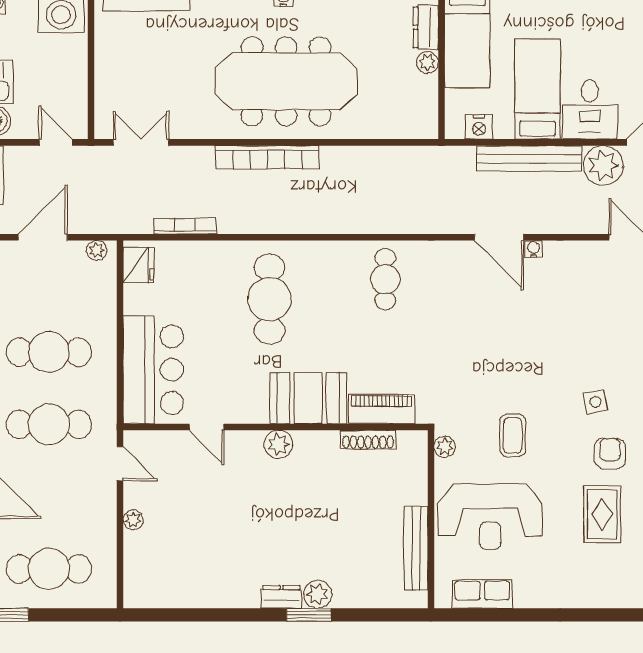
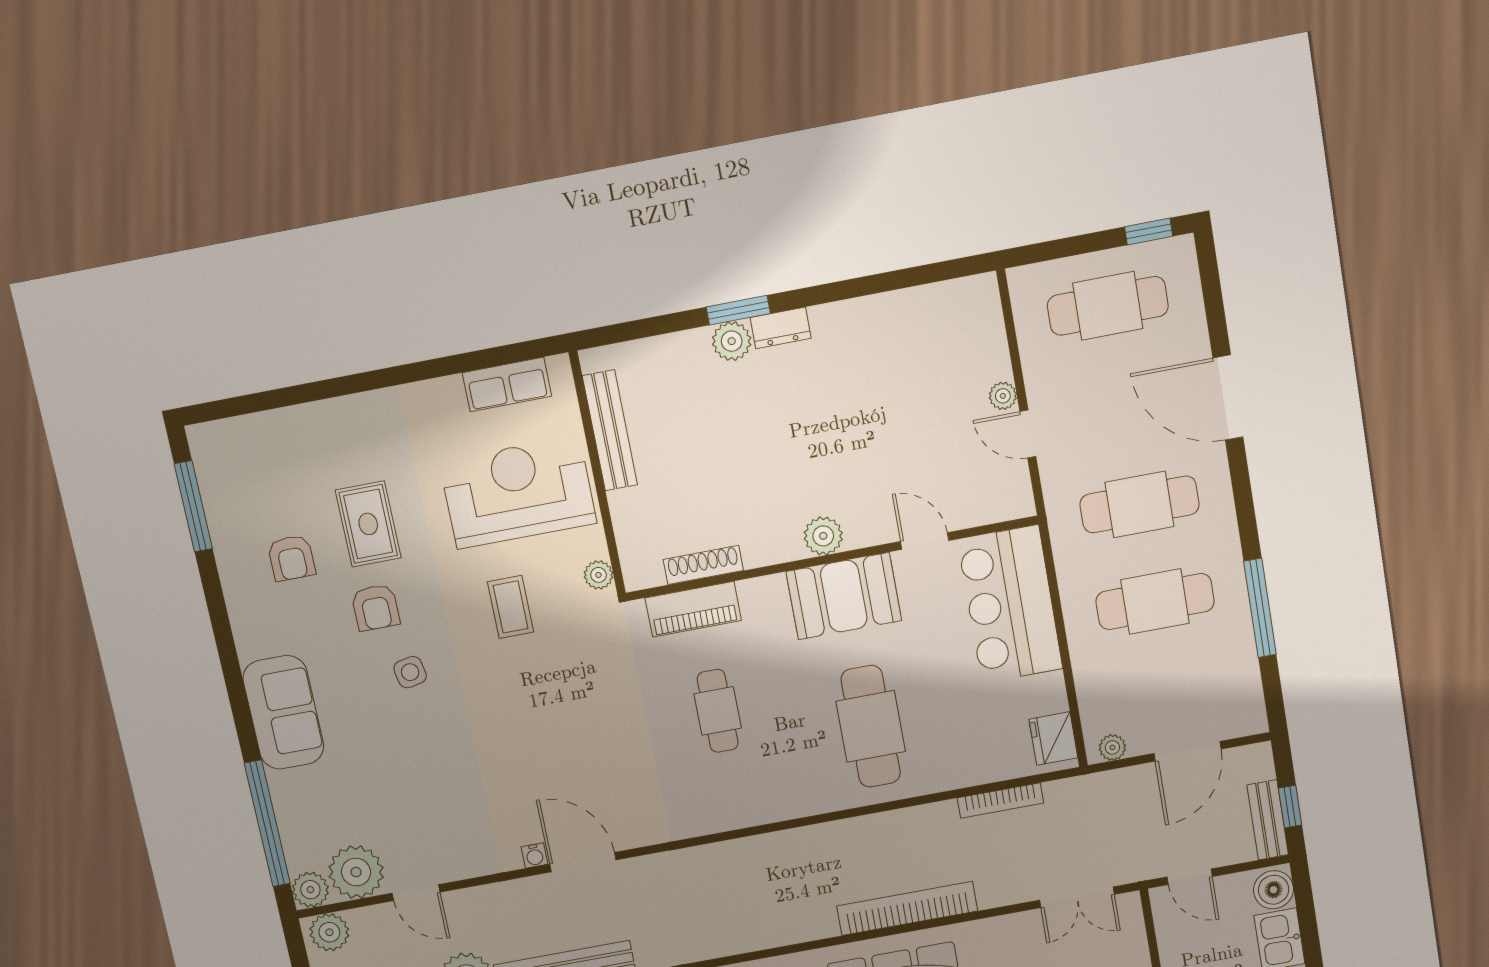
cafe table: (385, 279) -> (718, 711), moved
booth: (308, 398) -> (844, 596), moved
door: (120, 464) -> (1028, 434), moved

